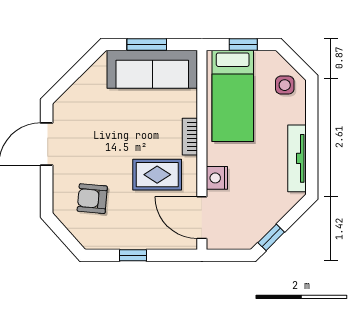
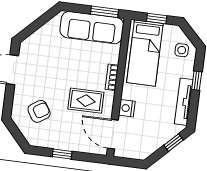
window: (147, 44) -> (105, 12), moved
window: (312, 126) -> (197, 81), added
armchair: (92, 199) -> (39, 111), turned 142
window: (271, 237) -> (174, 143), moved

